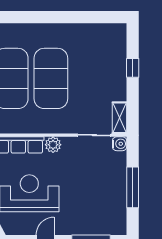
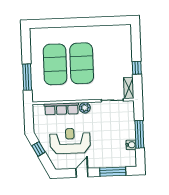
window: (133, 68) -> (137, 68), moved
water cooler: (120, 144) -> (131, 145), moved

